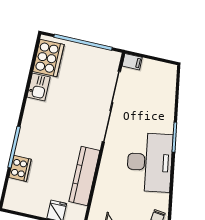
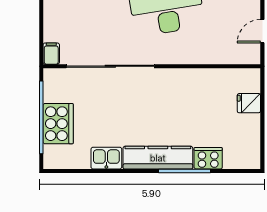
cooker: (48, 58) -> (58, 124), moved, turned 90
kitchen counter: (84, 176) -> (158, 158), moved, turned 180

